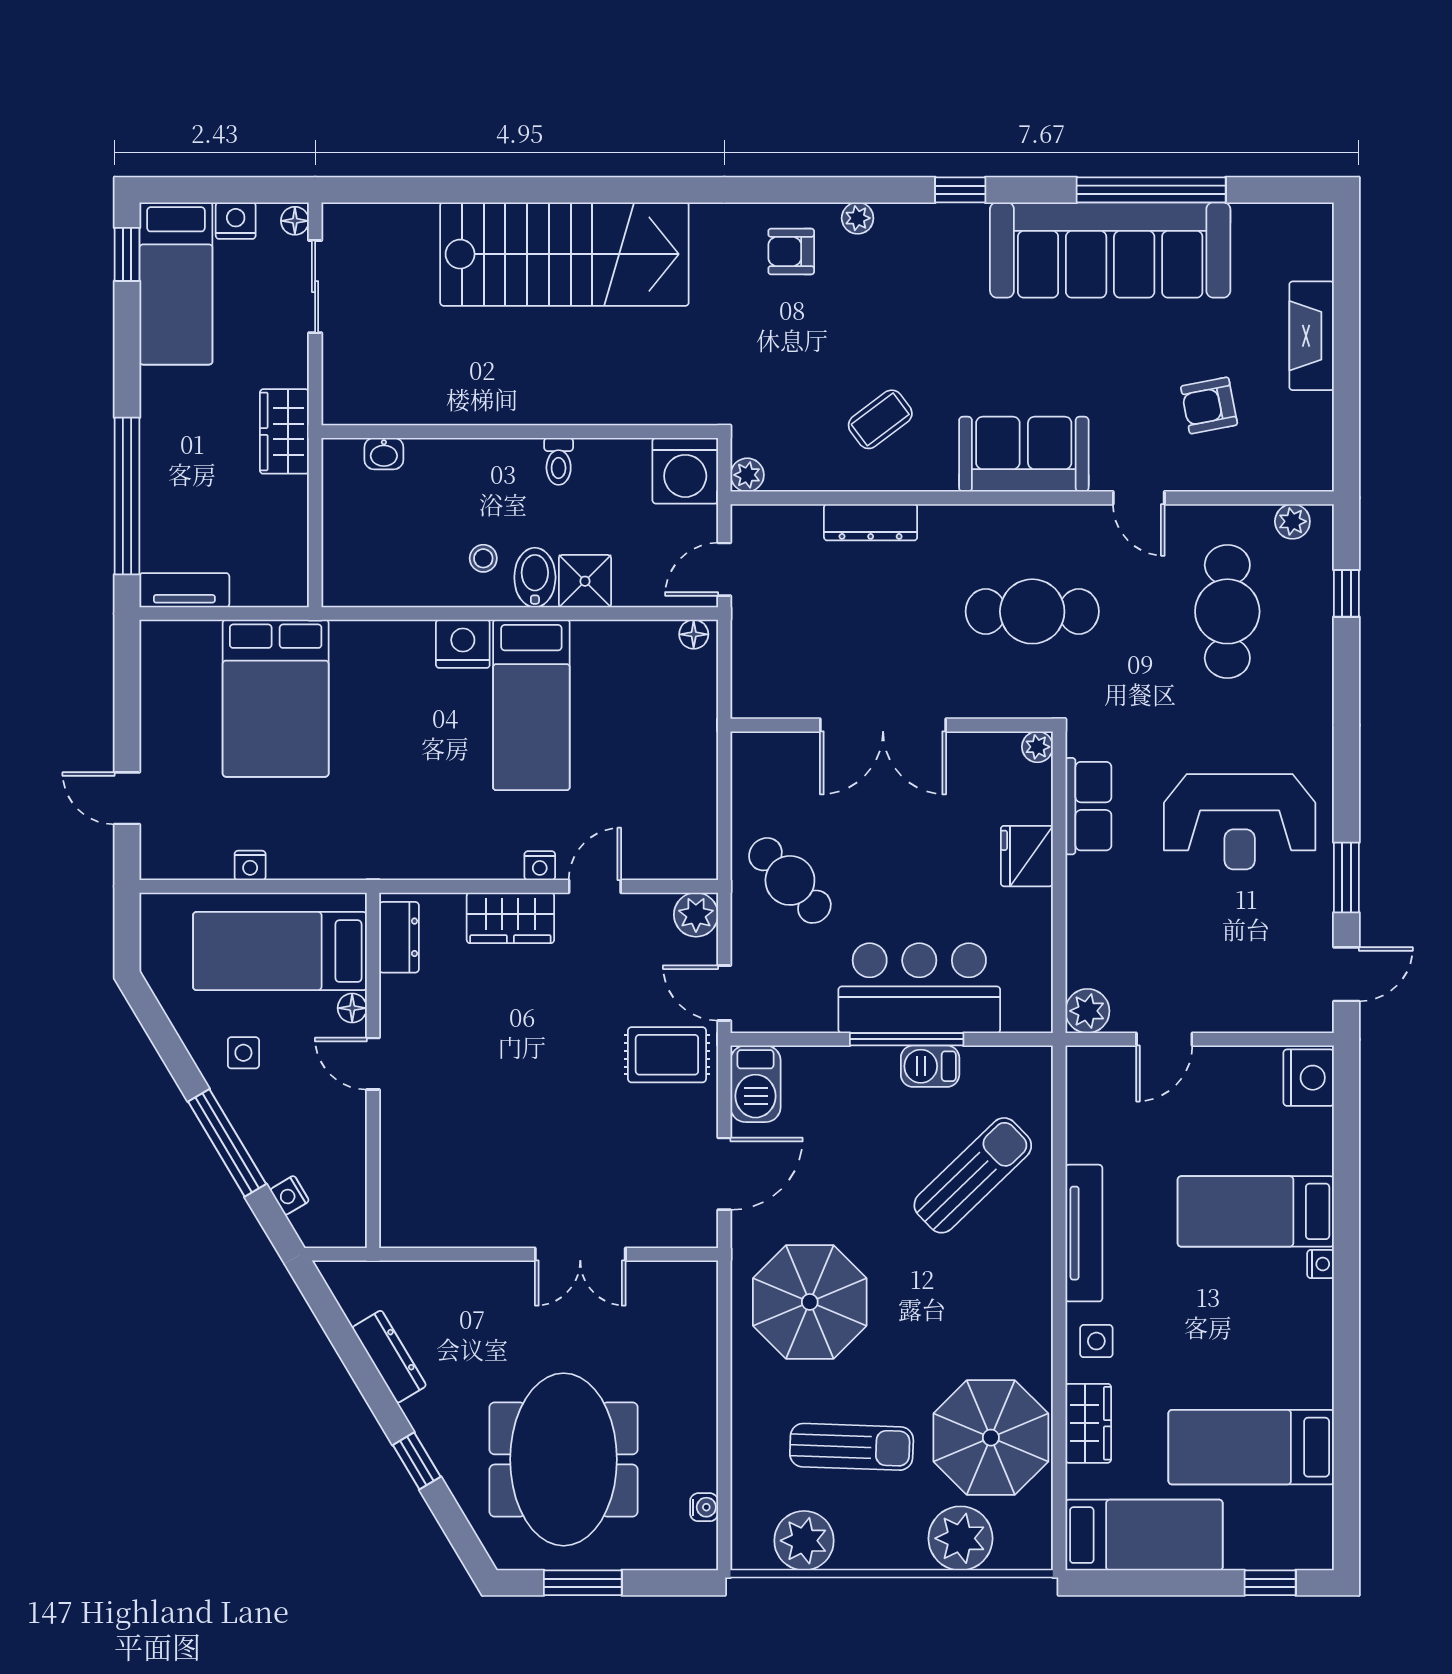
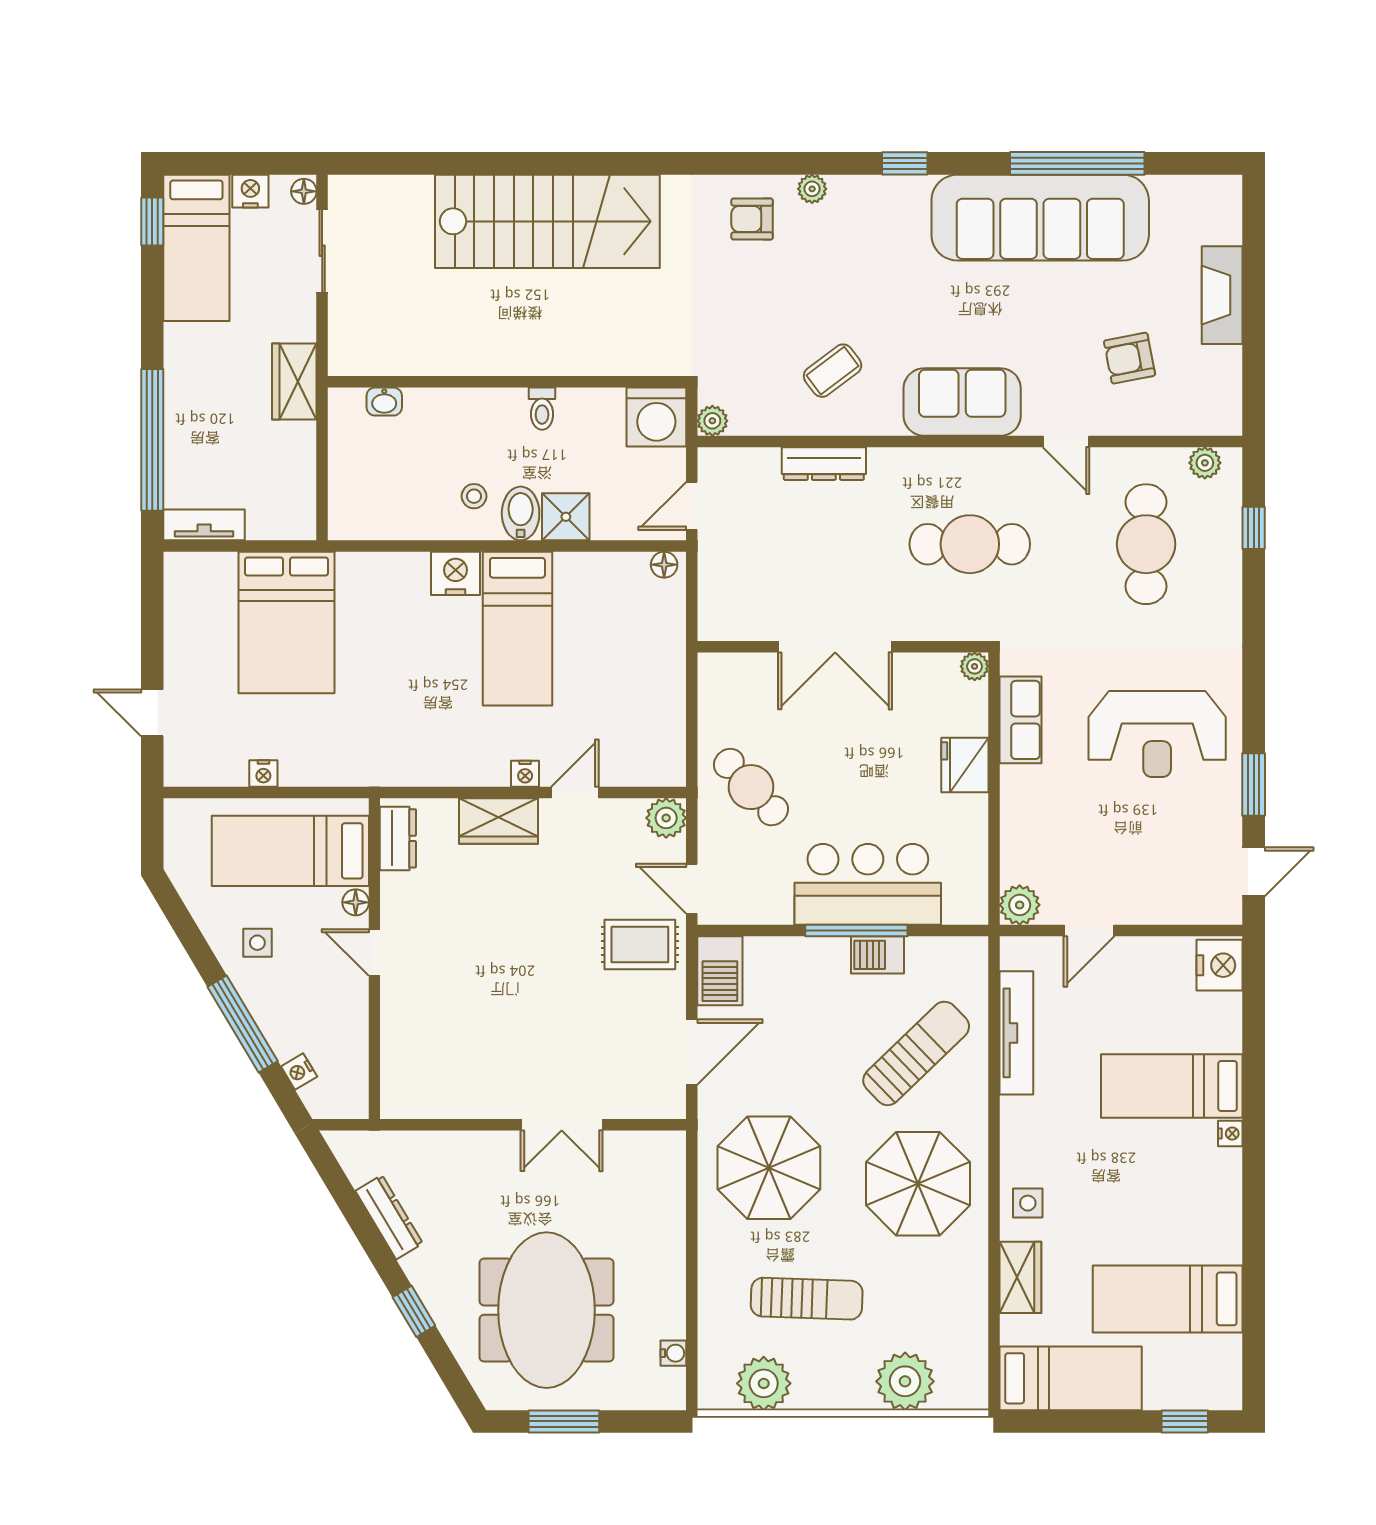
tv unit: (1084, 1233) -> (1016, 1033), moved
parasol: (991, 1438) -> (918, 1184), moved

